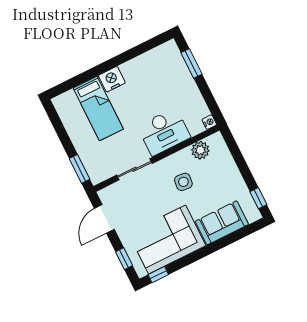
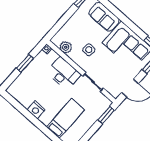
window: (192, 63) -> (25, 63), moved
nightstand: (112, 79) -> (36, 110), moved

